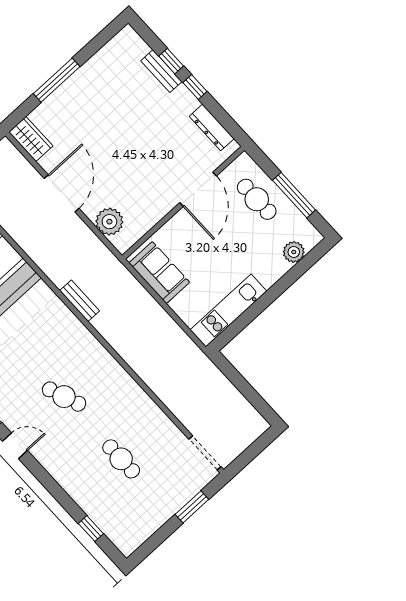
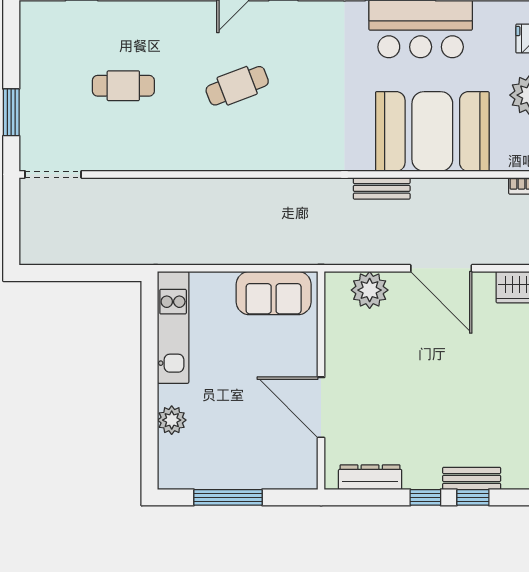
cafe table: (257, 199) -> (258, 457), removed
plant: (294, 252) -> (172, 420), moved
bench: (80, 301) -> (382, 188), moved

